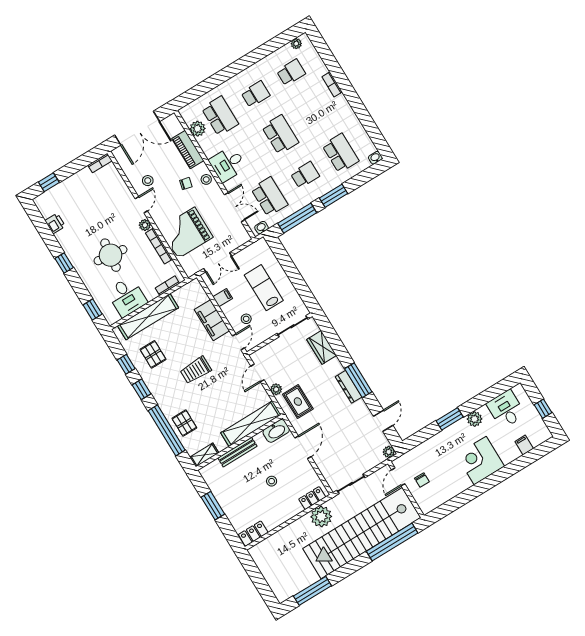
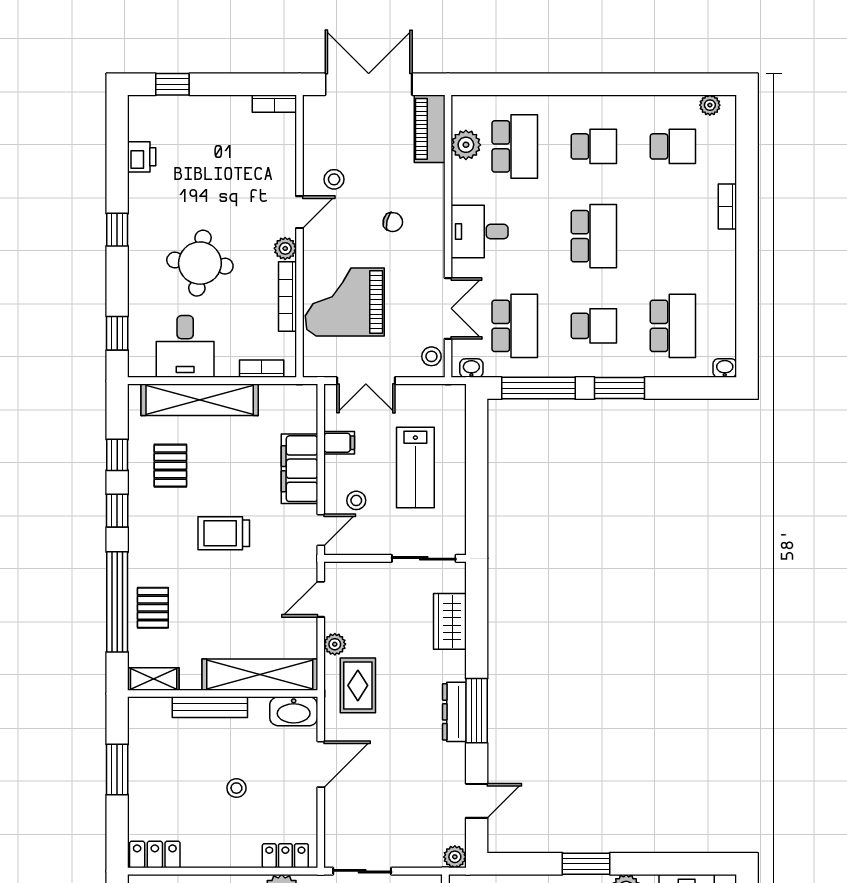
double door: (137, 128) -> (369, 84), swing flipped
piano: (188, 150) -> (430, 129), moved
stool: (206, 179) -> (431, 356), moved
lab bench: (264, 288) -> (415, 467), turned 180

